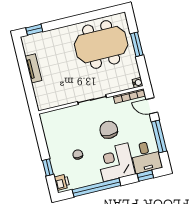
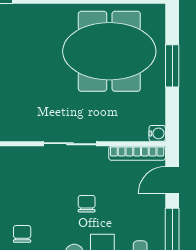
door: (152, 106) -> (172, 180), hinge flipped
chair: (109, 130) -> (87, 204), width x0.54, depth x0.54

